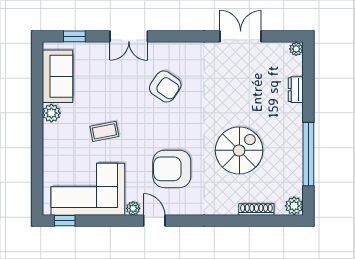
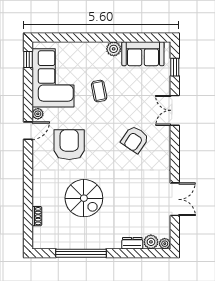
plant: (294, 206) -> (151, 242), moved
shoe rack: (256, 209) -> (37, 216), width x0.70

